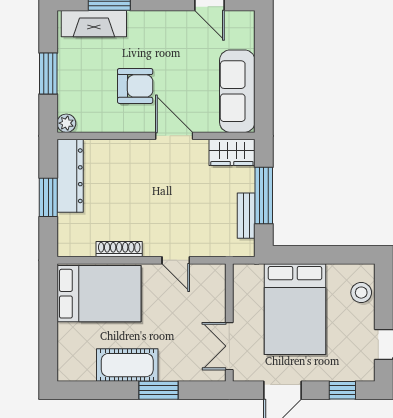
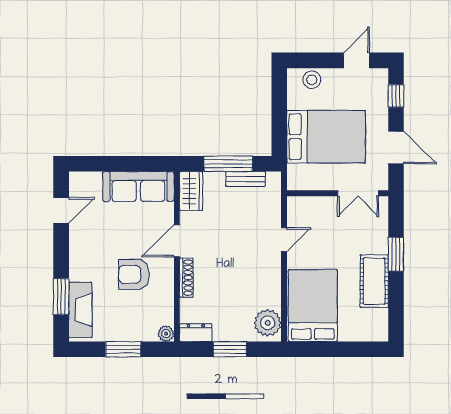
armchair: (135, 86) -> (134, 274), turned -90
dresser: (70, 176) -> (196, 333), width x0.51, depth x0.80
plant: (79, 241) -> (268, 323), added
shoe rack: (119, 249) -> (186, 278), moved, turned 180

